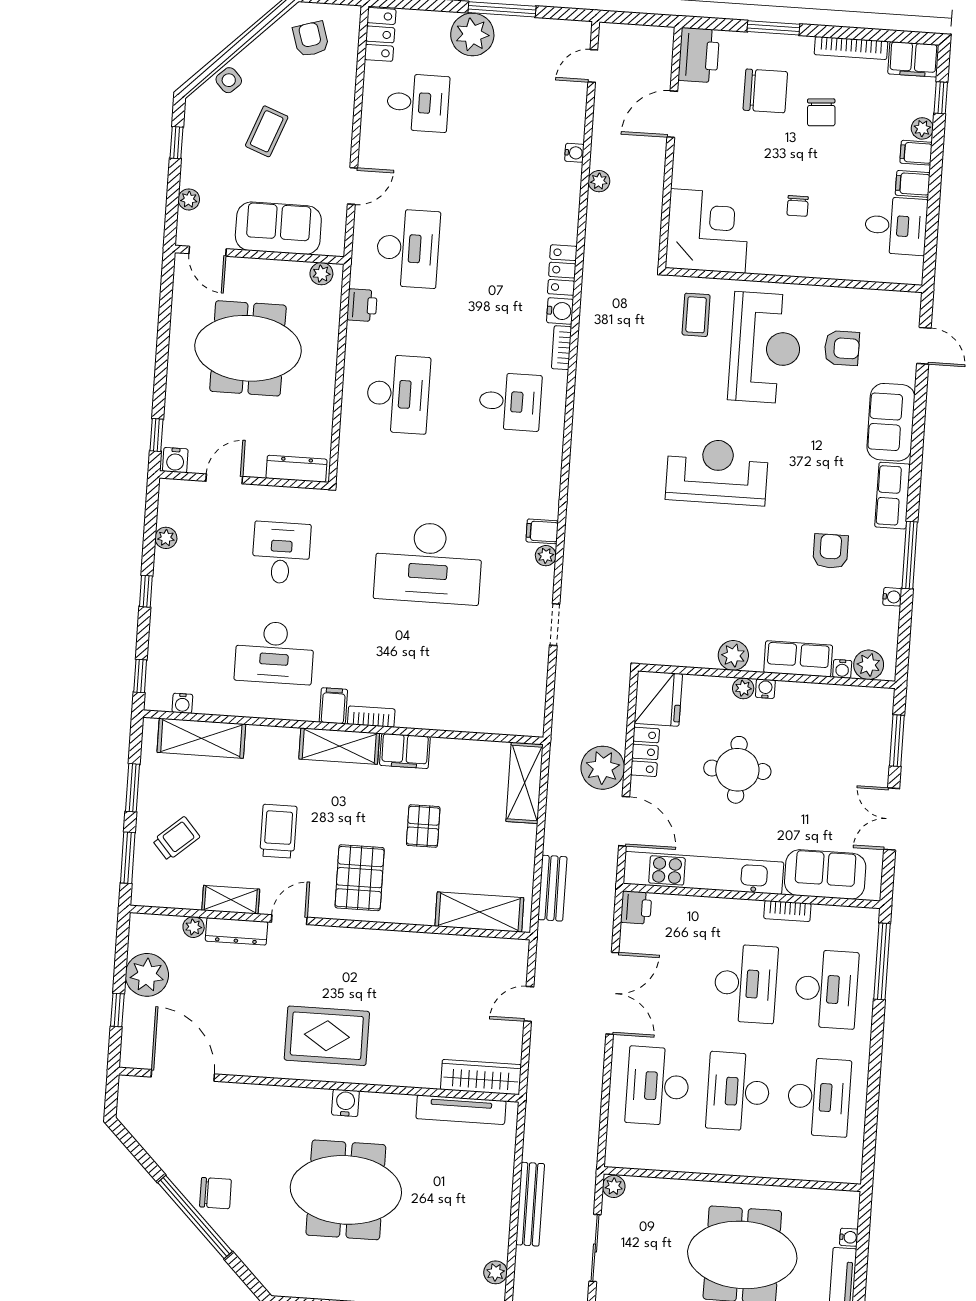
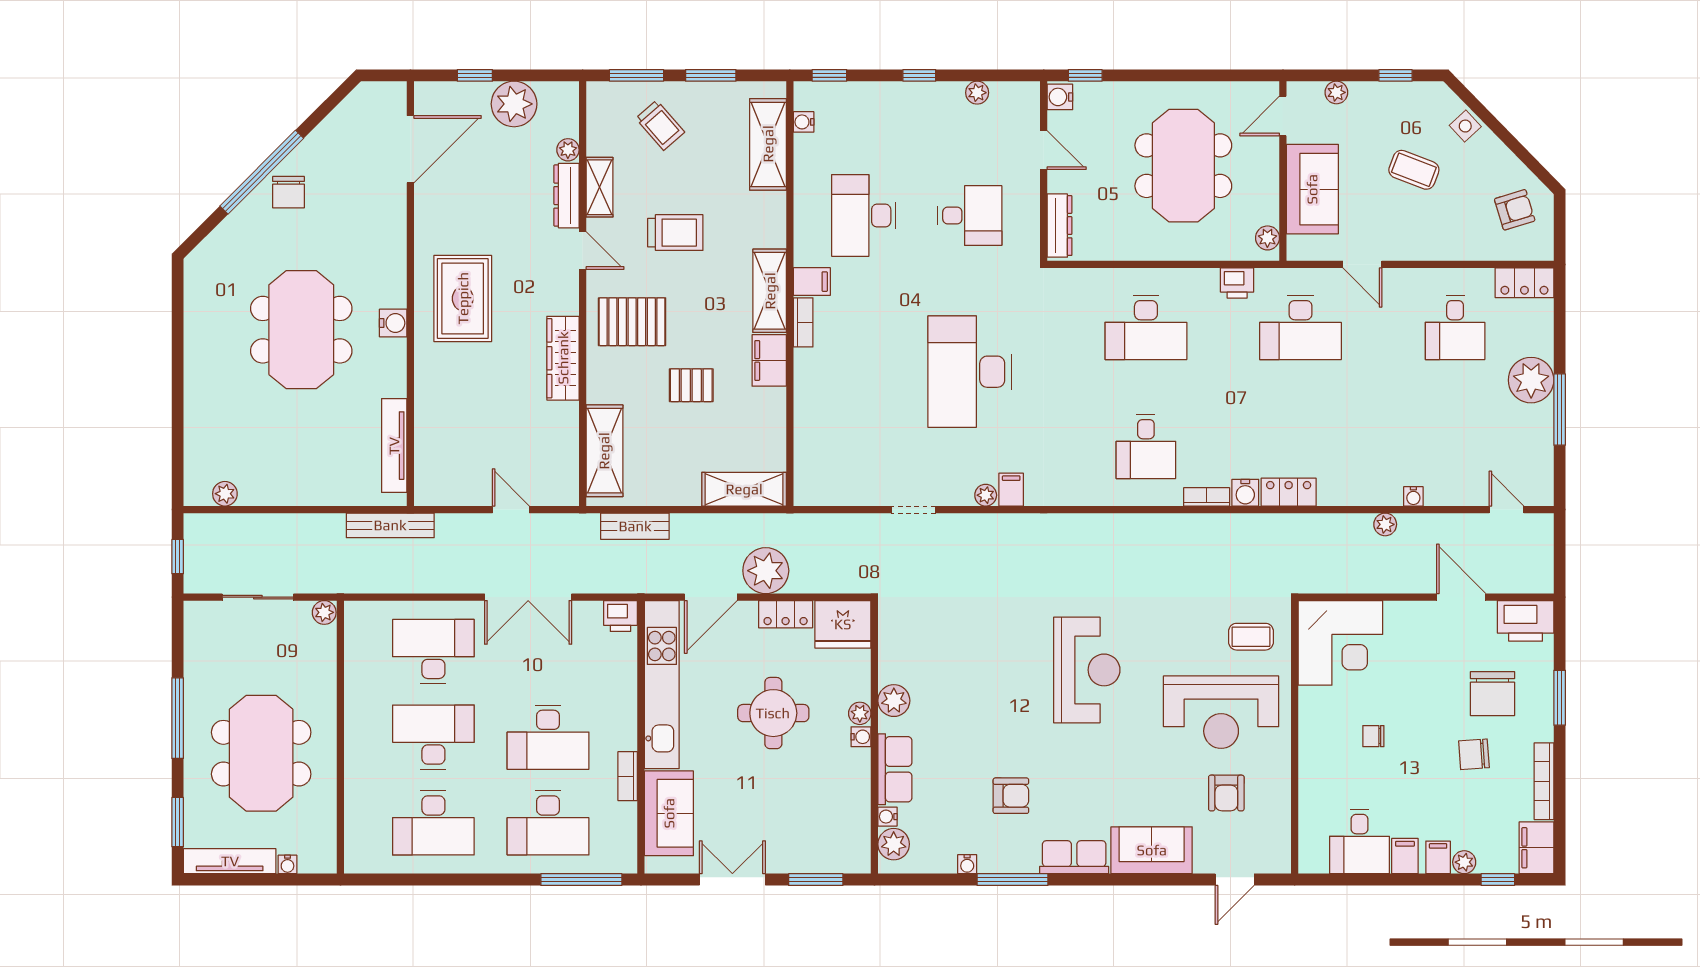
wardrobe: (481, 1077) -> (563, 358), moved, turned 180
bench: (530, 1204) -> (390, 525), moved

